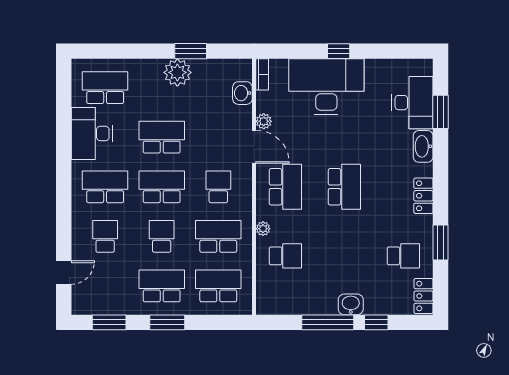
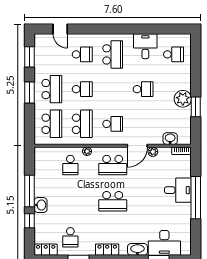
window: (339, 51) -> (196, 198), width x3.17
desk: (326, 87) -> (178, 190), width x0.53, depth x0.77
school desk: (105, 88) -> (174, 54), width x0.54
desk: (92, 133) -> (145, 46), width x0.73
school desk: (162, 137) -> (143, 89), width x0.54
school desk: (162, 187) -> (113, 89), removed

